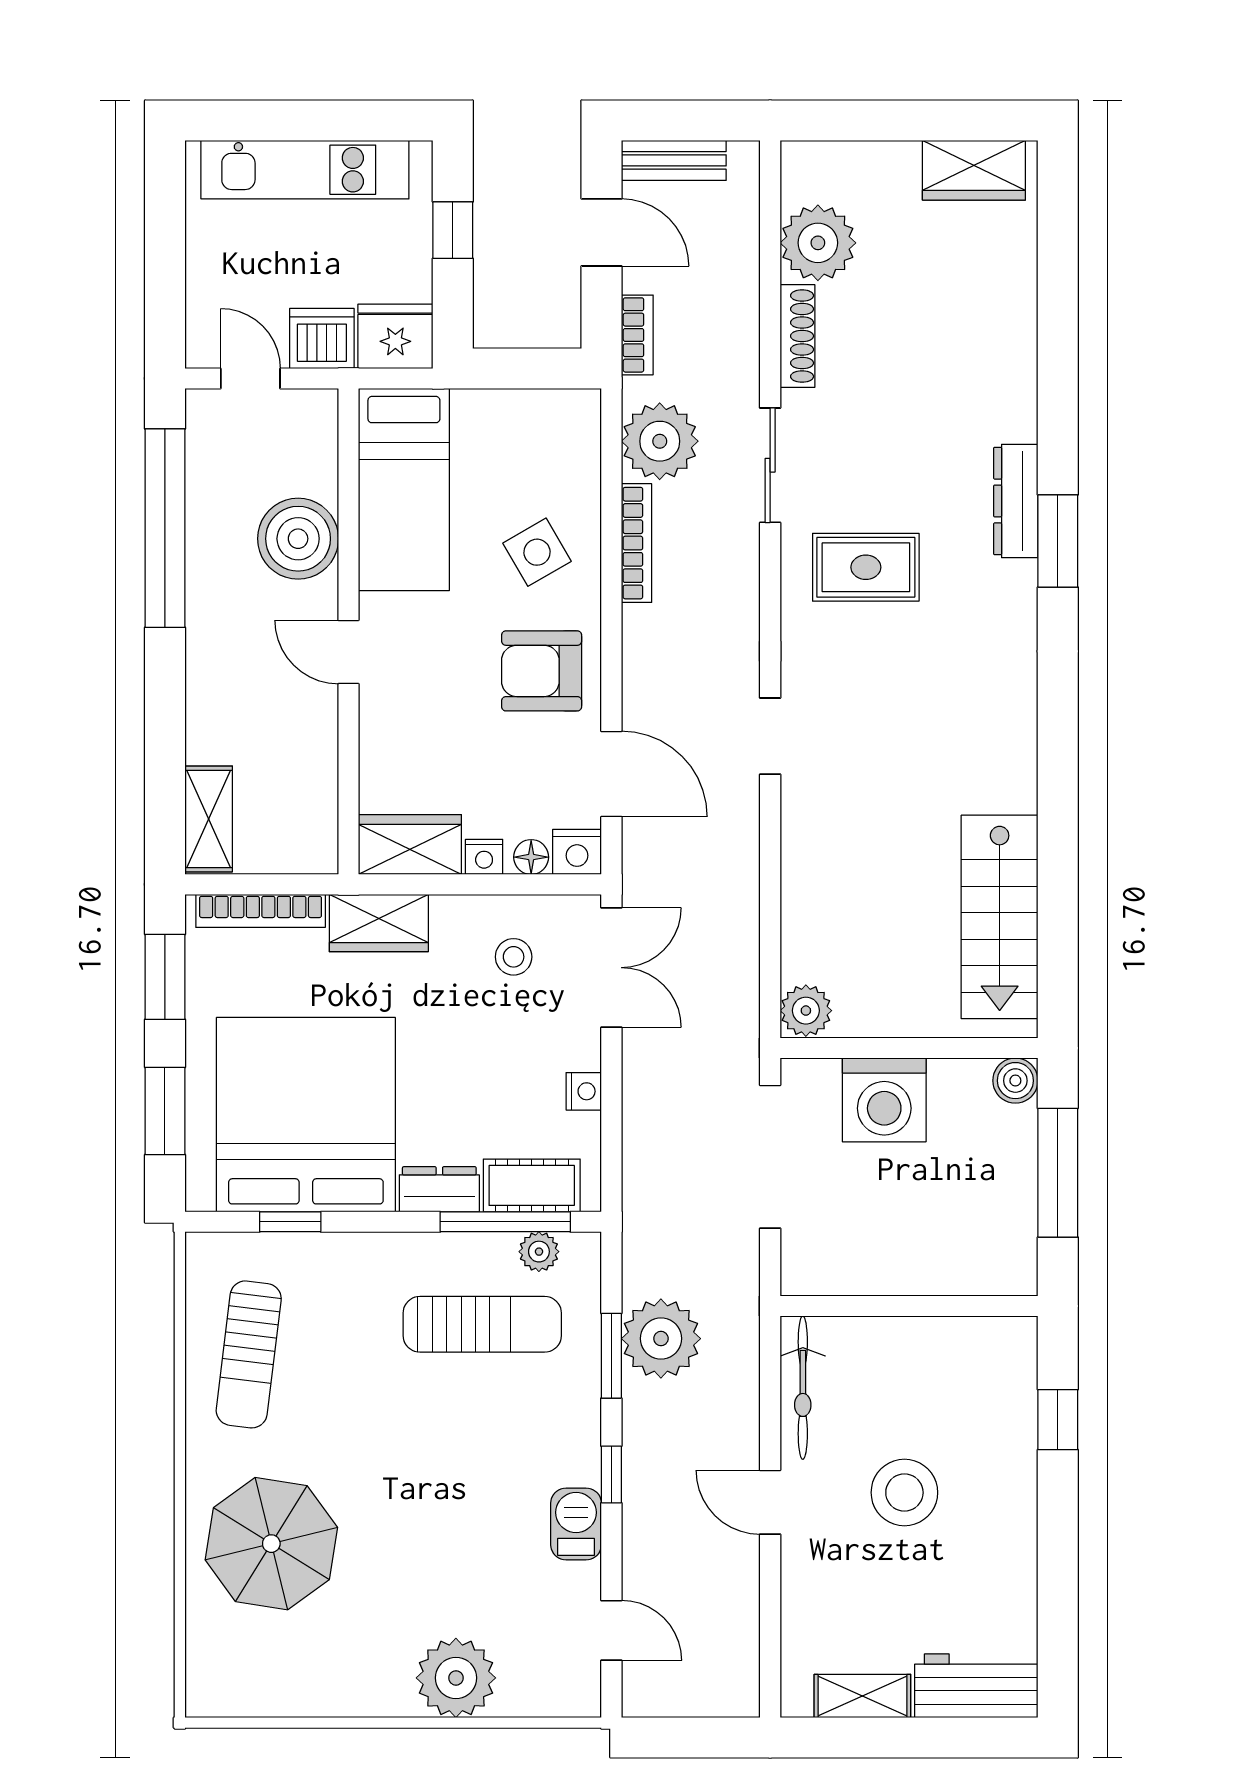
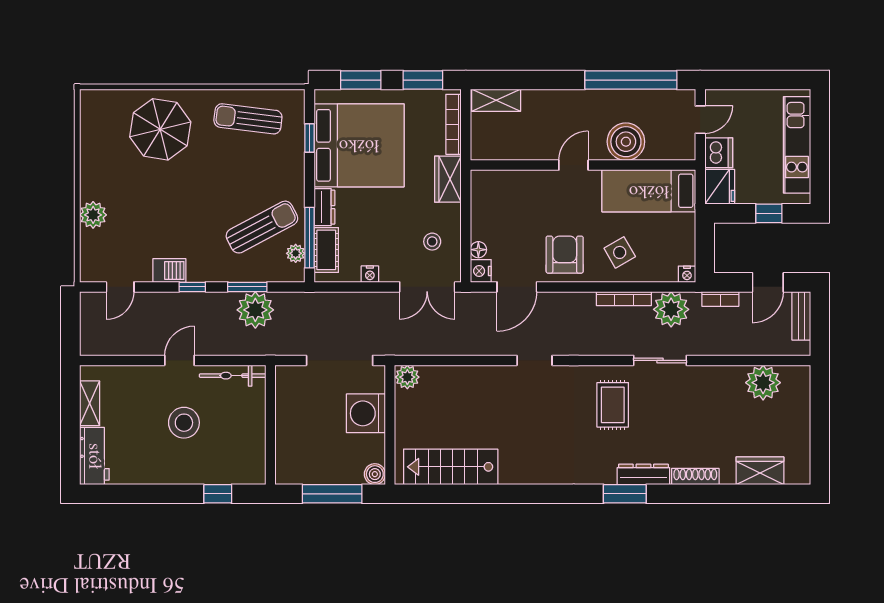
wardrobe: (974, 170) -> (760, 471), moved, turned 90
shoe rack: (797, 336) -> (695, 476), moved, turned 180
wardrobe: (410, 845) -> (484, 194), removed
nightstand: (484, 857) -> (687, 274), moved, turned -90
sun lounger: (482, 1324) -> (262, 227), turned -118
plant: (456, 1678) -> (93, 215), width x0.73, depth x0.73

